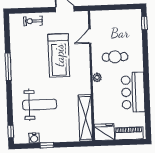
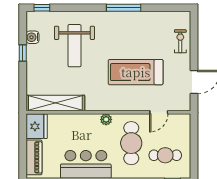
cafe table: (124, 30) -> (165, 155), added
door: (90, 36) -> (159, 112), swing flipped
cafe table: (115, 57) -> (131, 143), width x1.37, depth x1.35

